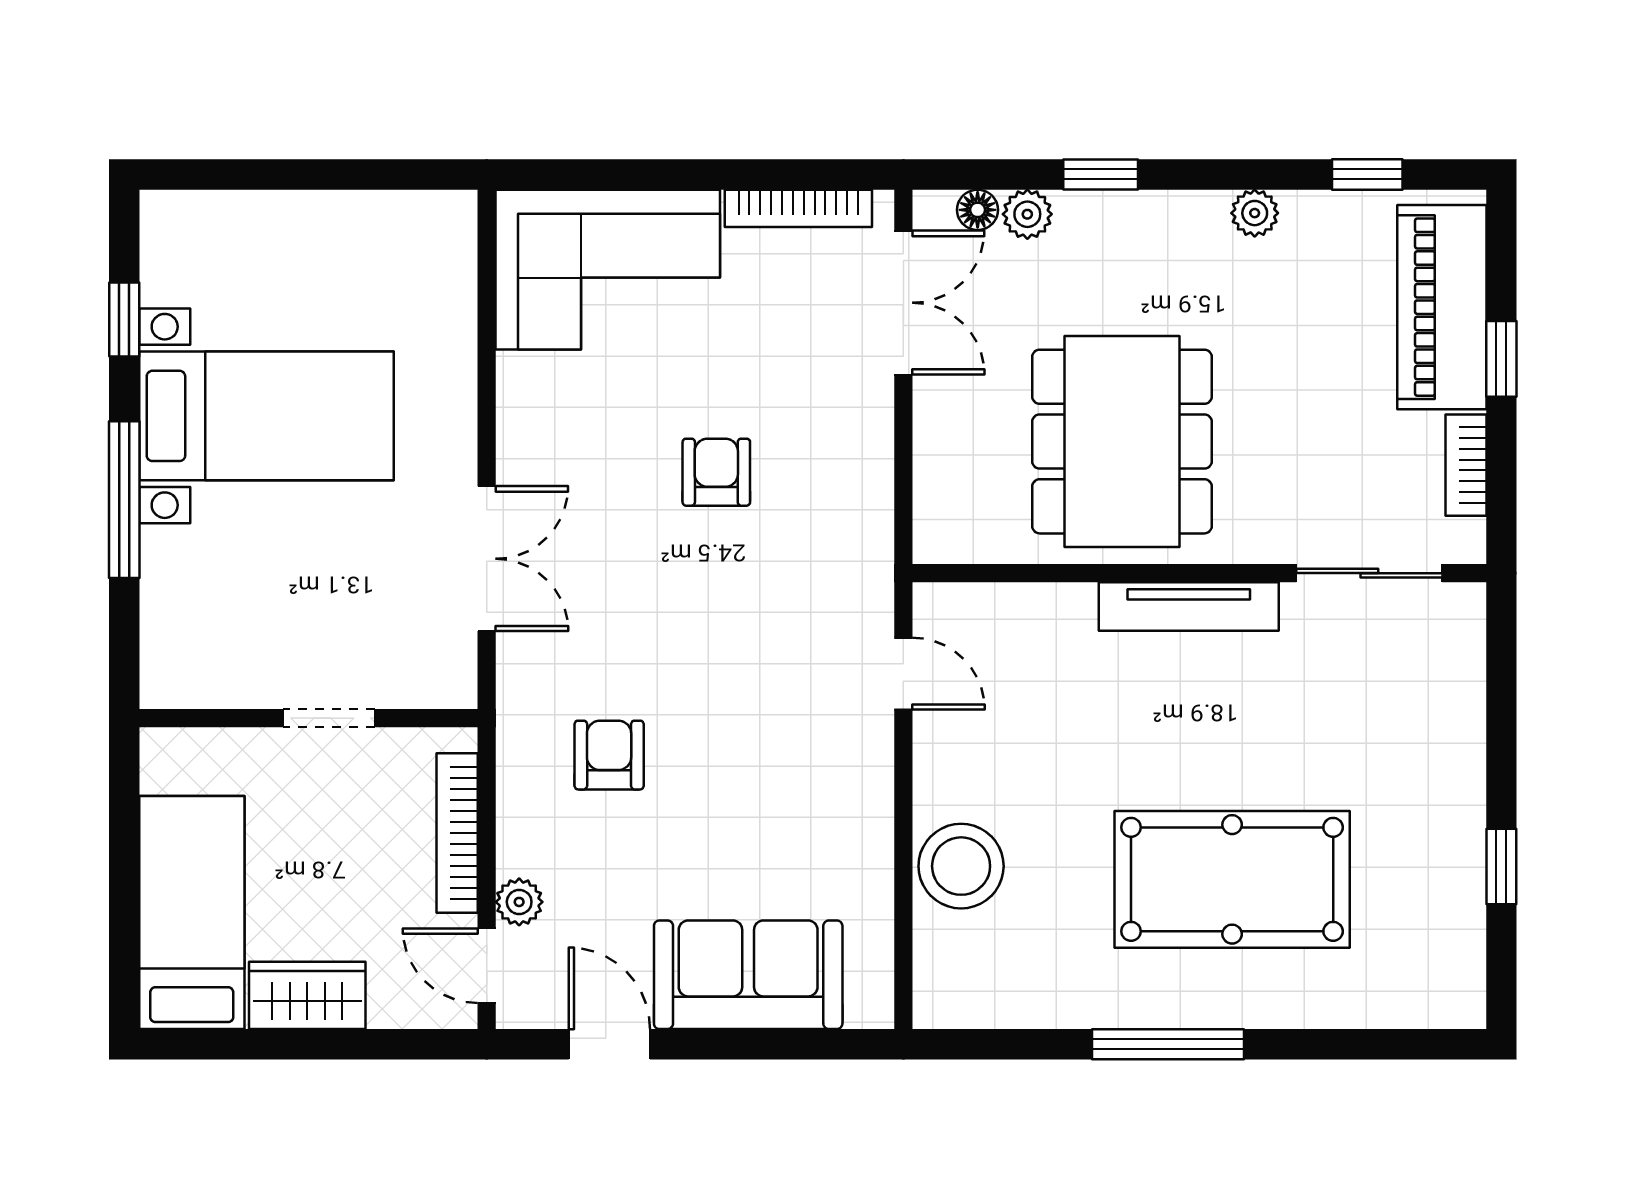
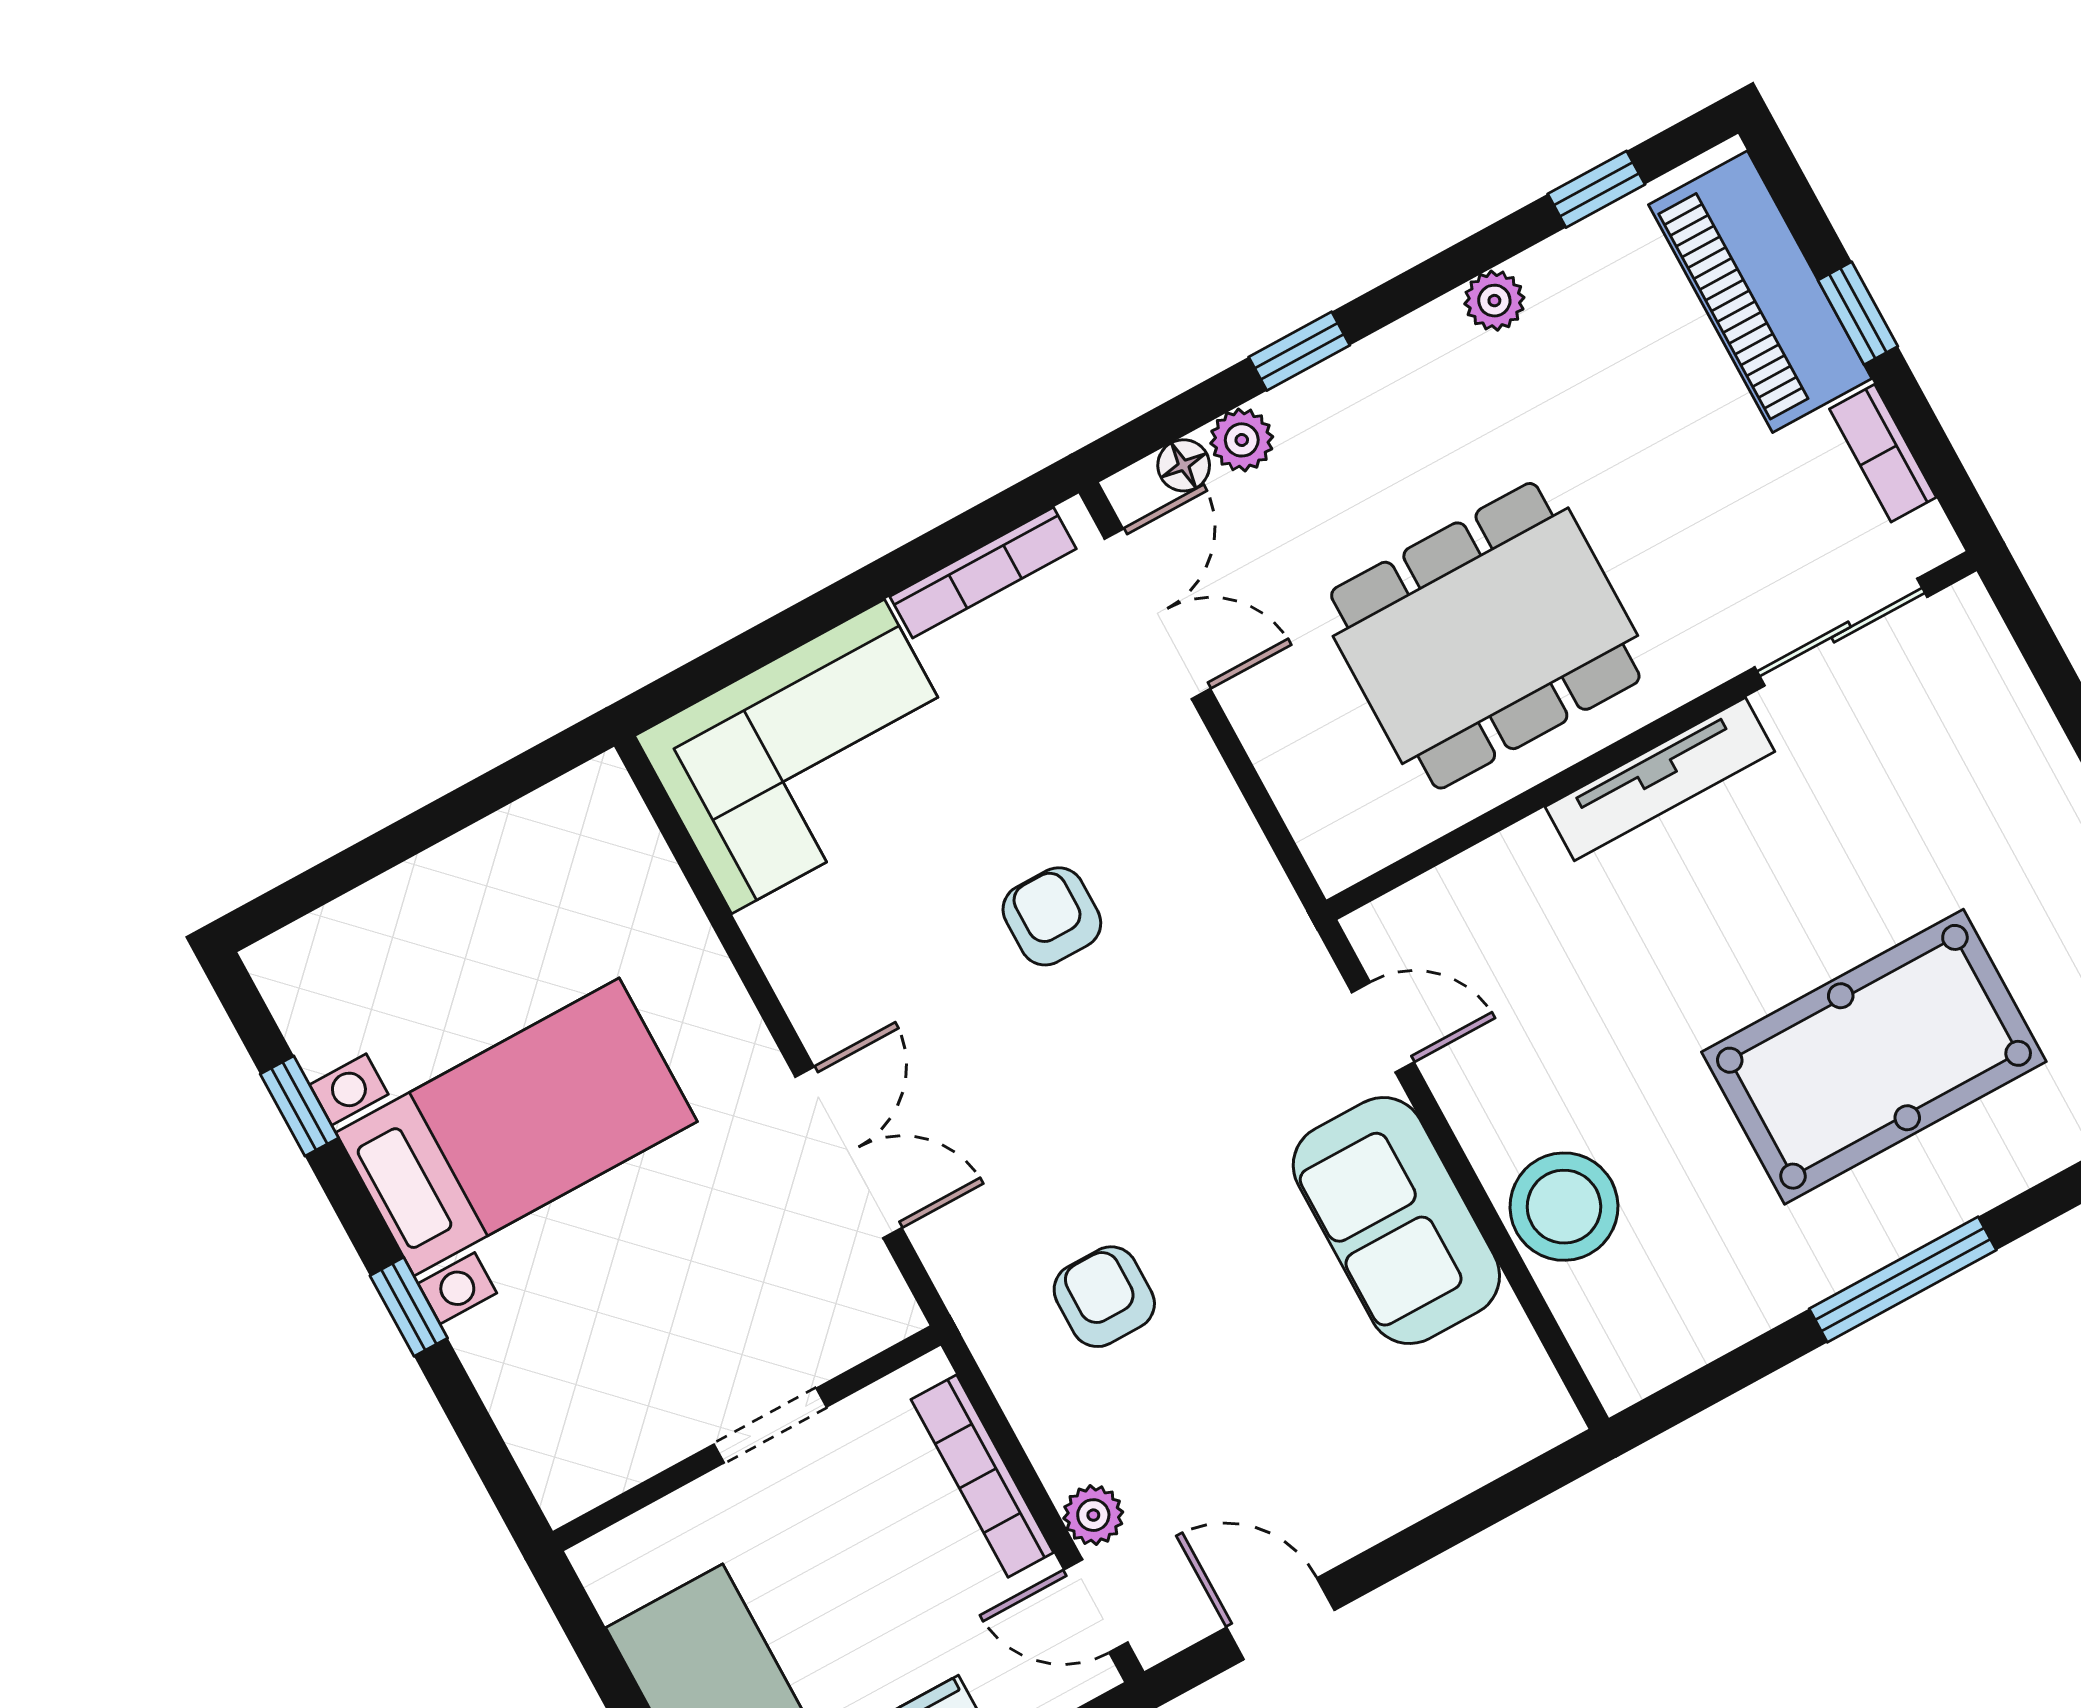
dining table: (1122, 442) -> (1485, 636), turned 90
window: (124, 500) -> (409, 1307), width x0.46
sofa: (748, 975) -> (1396, 1221), moved, turned -90

